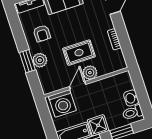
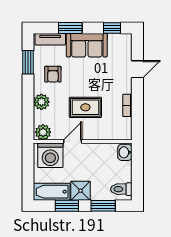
window: (27, 61) -> (28, 62), moved
plant: (90, 73) -> (43, 132), moved
washbasin: (131, 98) -> (125, 152), moved

